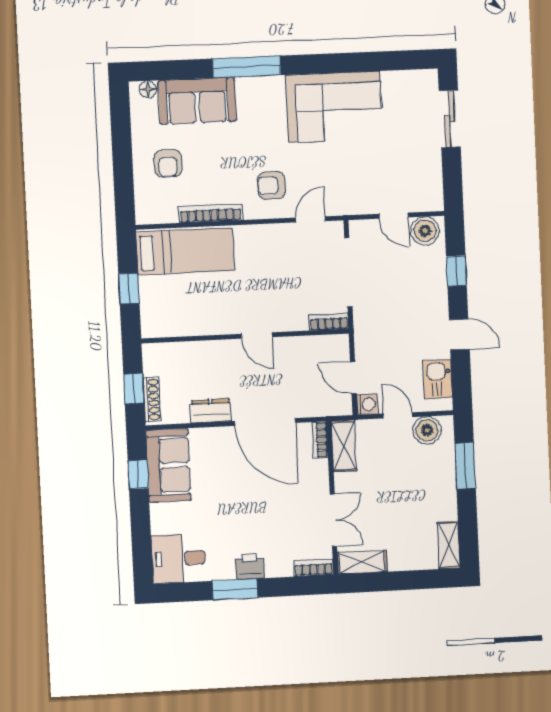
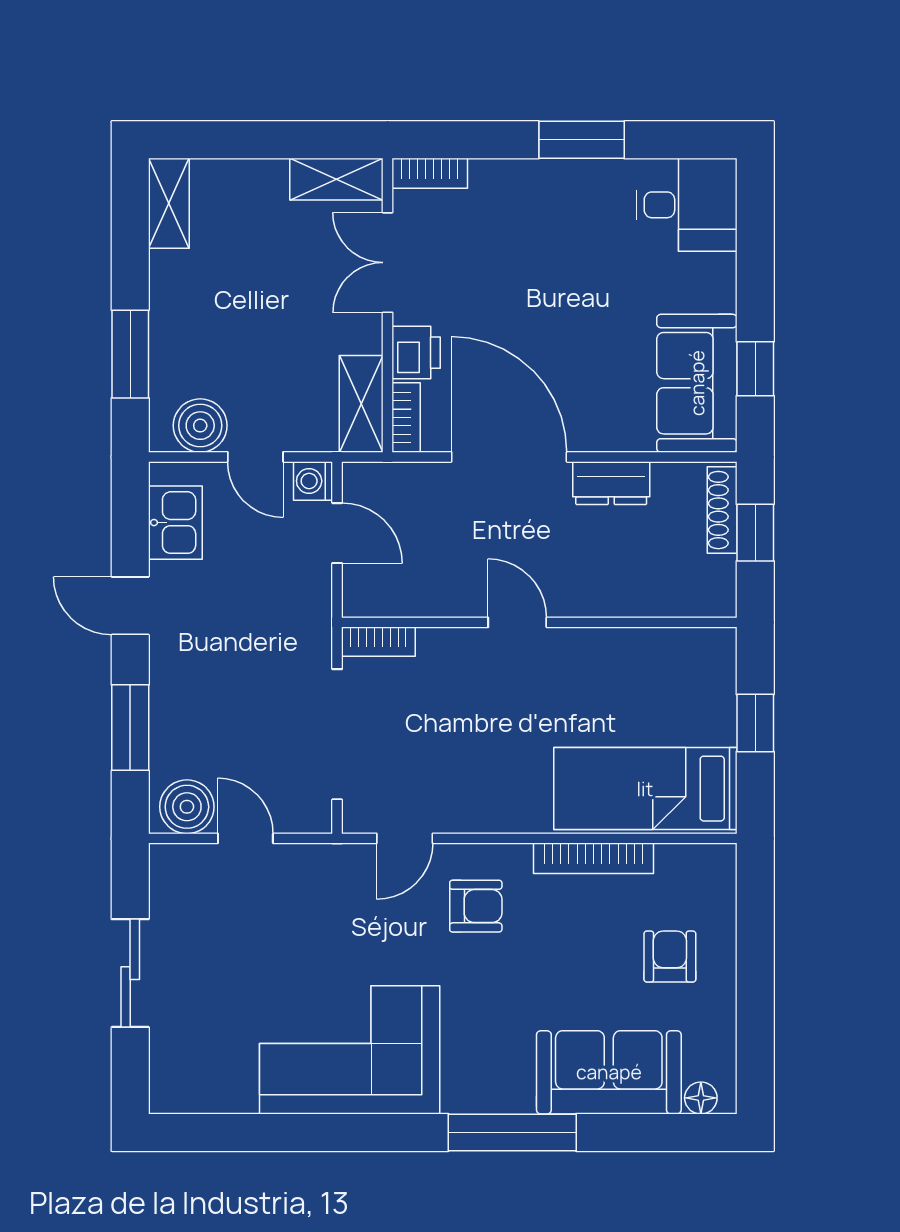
sliding door: (450, 119) -> (130, 973), moved
window: (456, 271) -> (130, 728), width x1.50
printer: (250, 566) -> (416, 353), moved, turned -90

